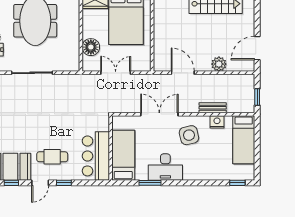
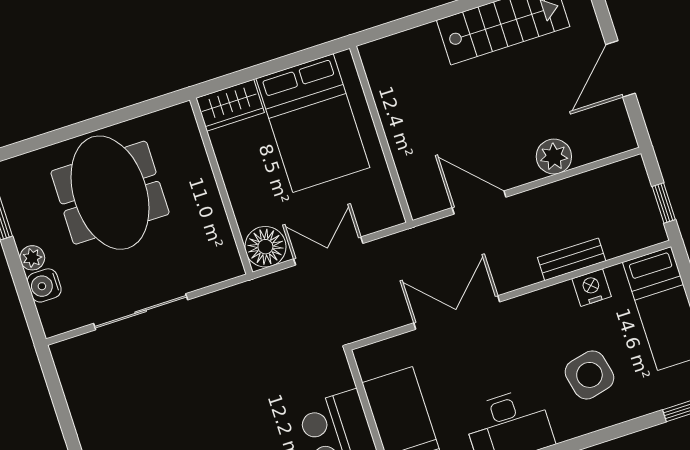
floor lamp: (91, 47) -> (265, 247), moved
door: (257, 48) -> (620, 69), moved
side table: (189, 135) -> (589, 375), moved

